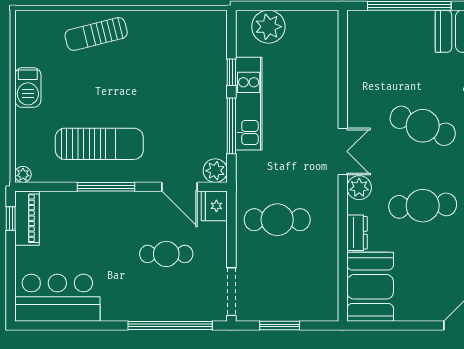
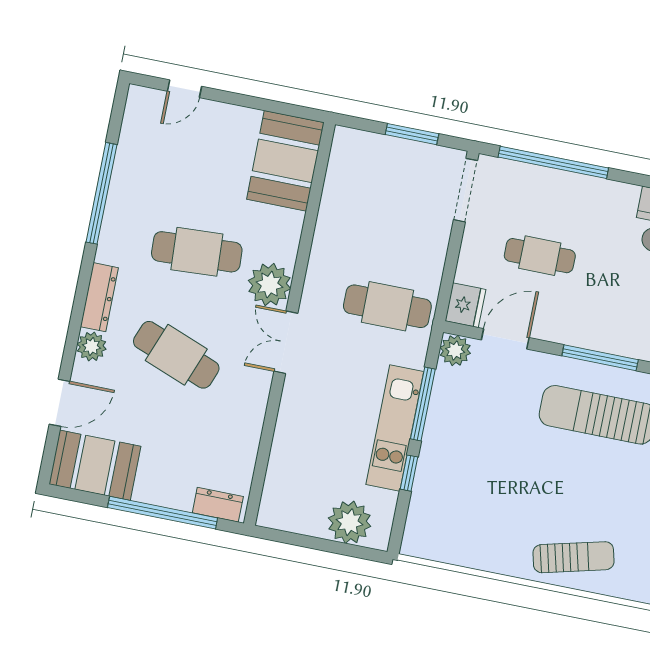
door: (180, 187) -> (505, 339), hinge flipped
plant: (359, 188) -> (270, 285), width x1.36, depth x1.36
cafe table: (277, 220) -> (387, 306), moved
dresser: (357, 233) -> (218, 505), moved, turned 90

